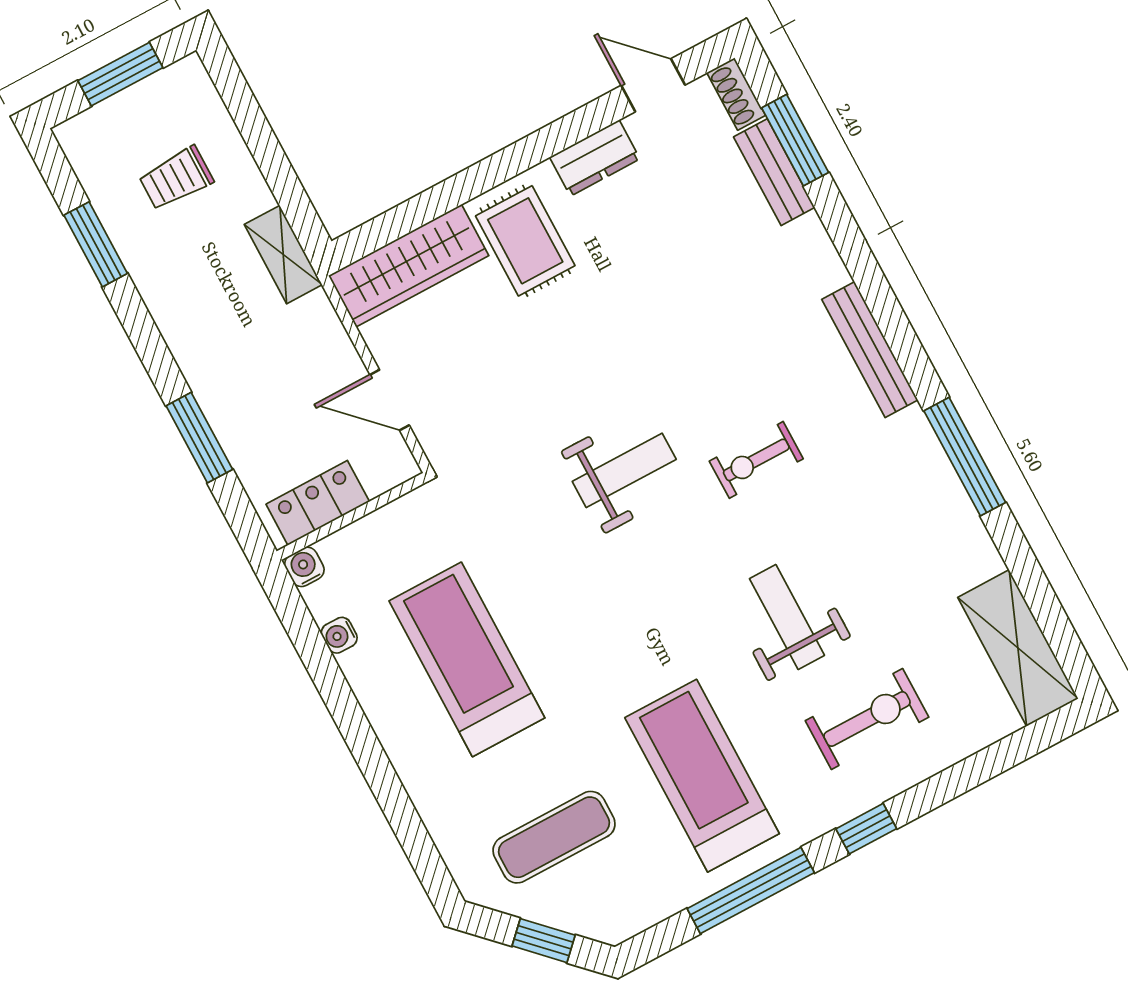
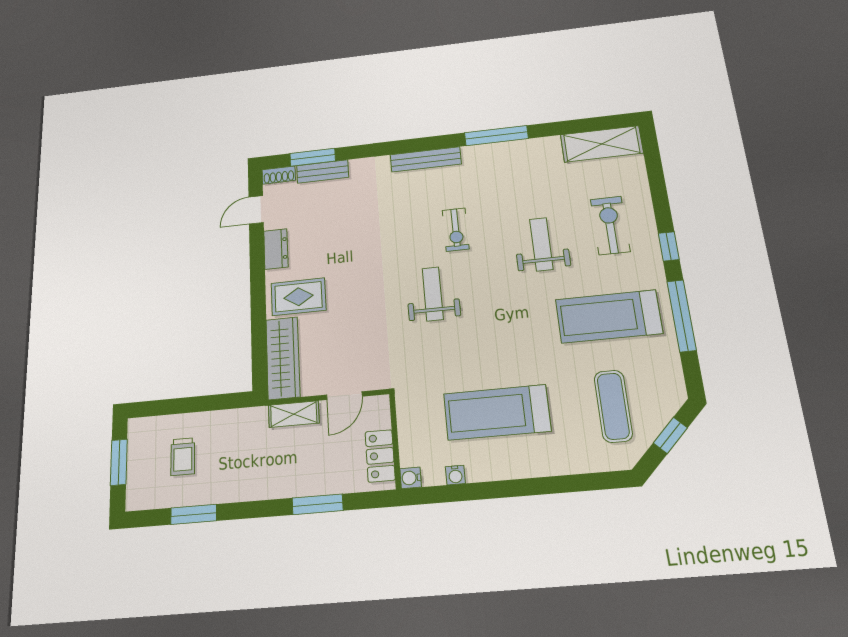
shelving: (283, 255) -> (294, 414), moved
weight bench: (787, 617) -> (541, 244), turned 90

